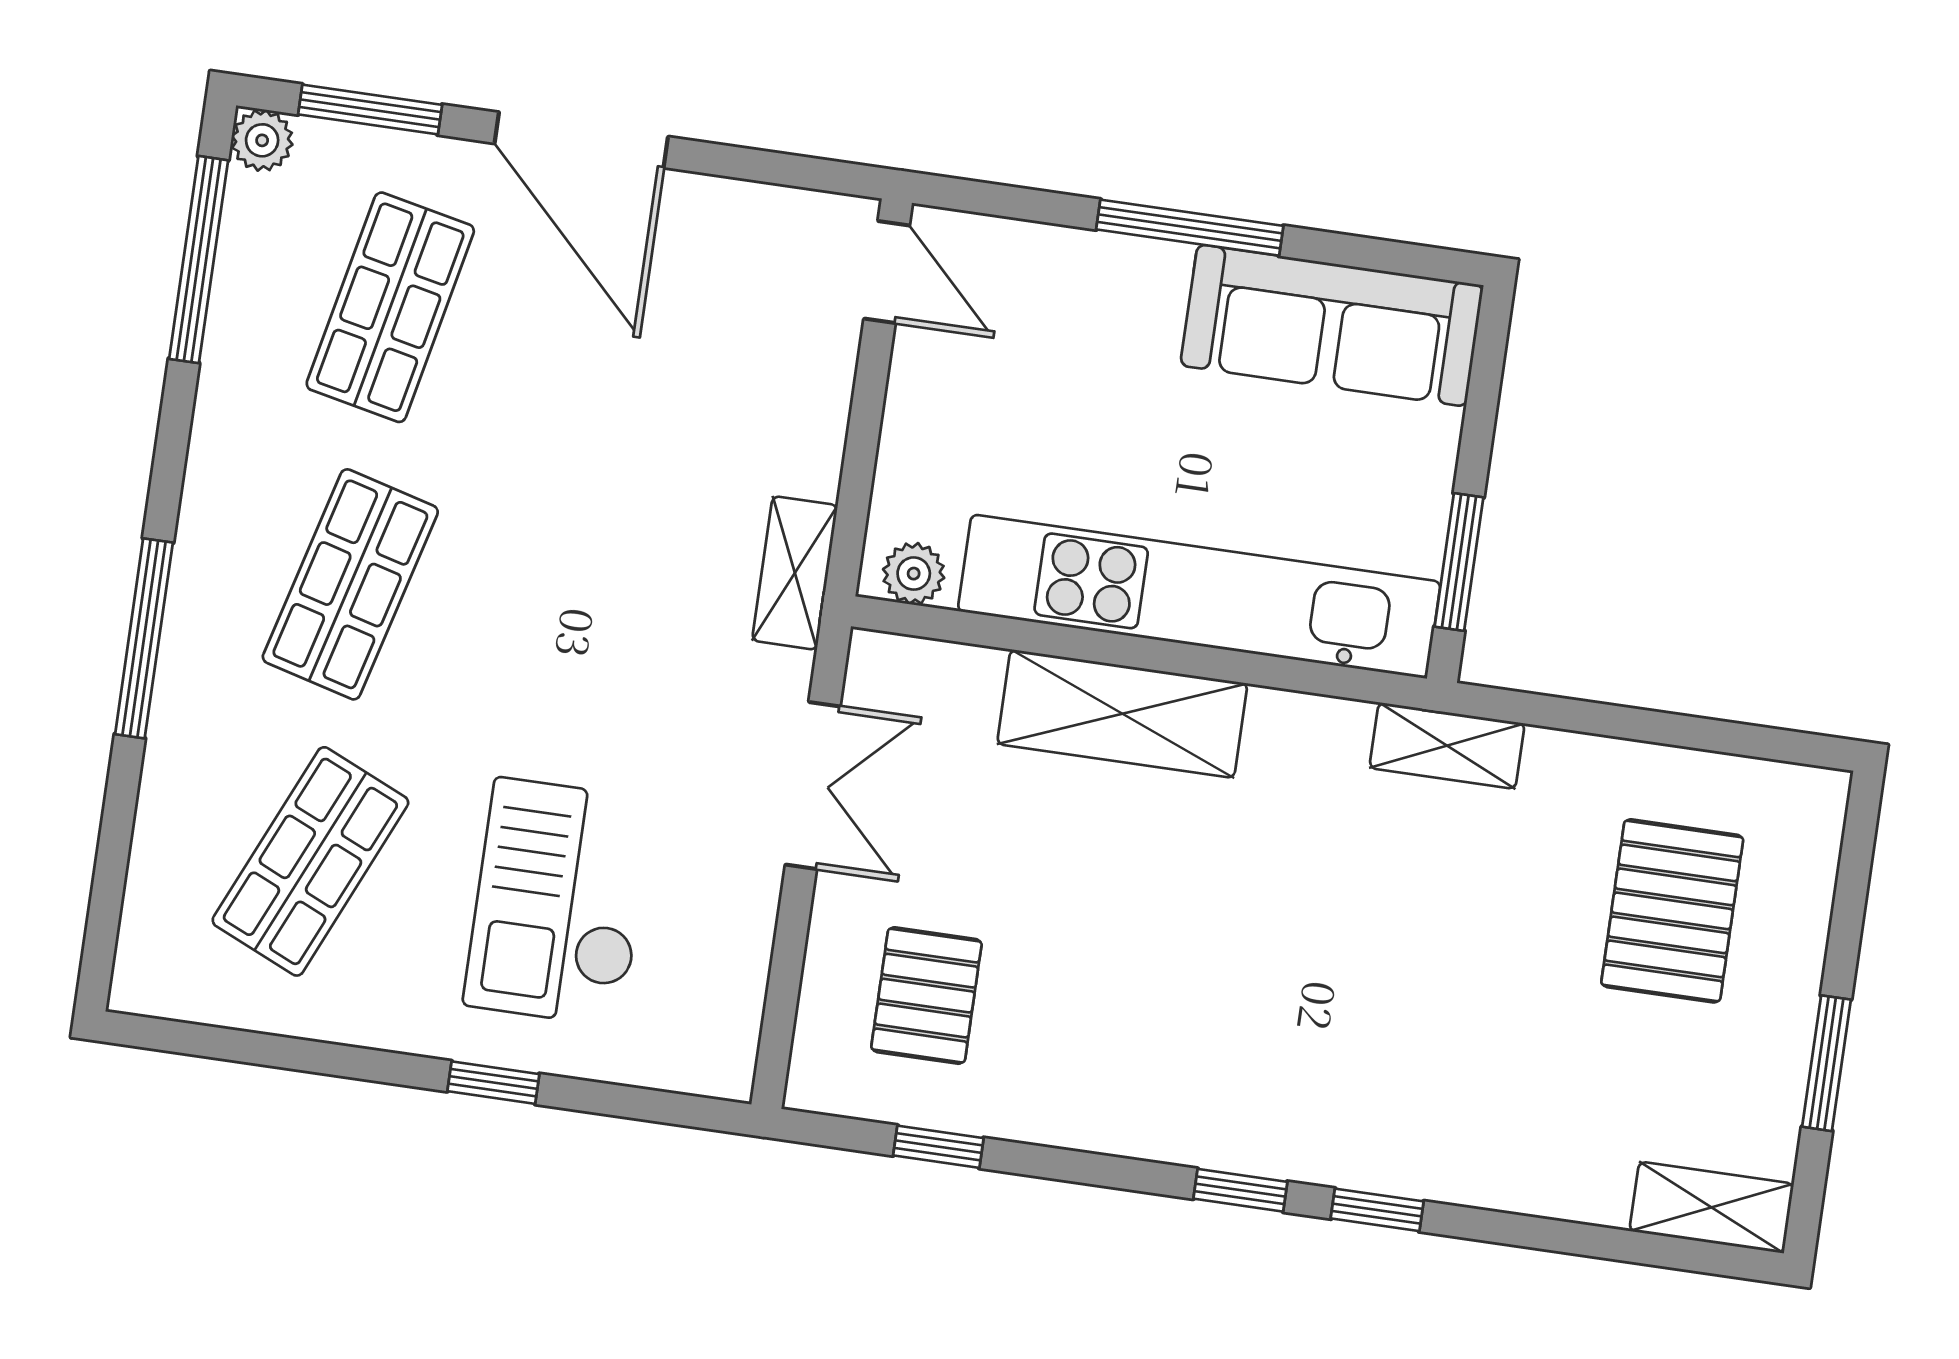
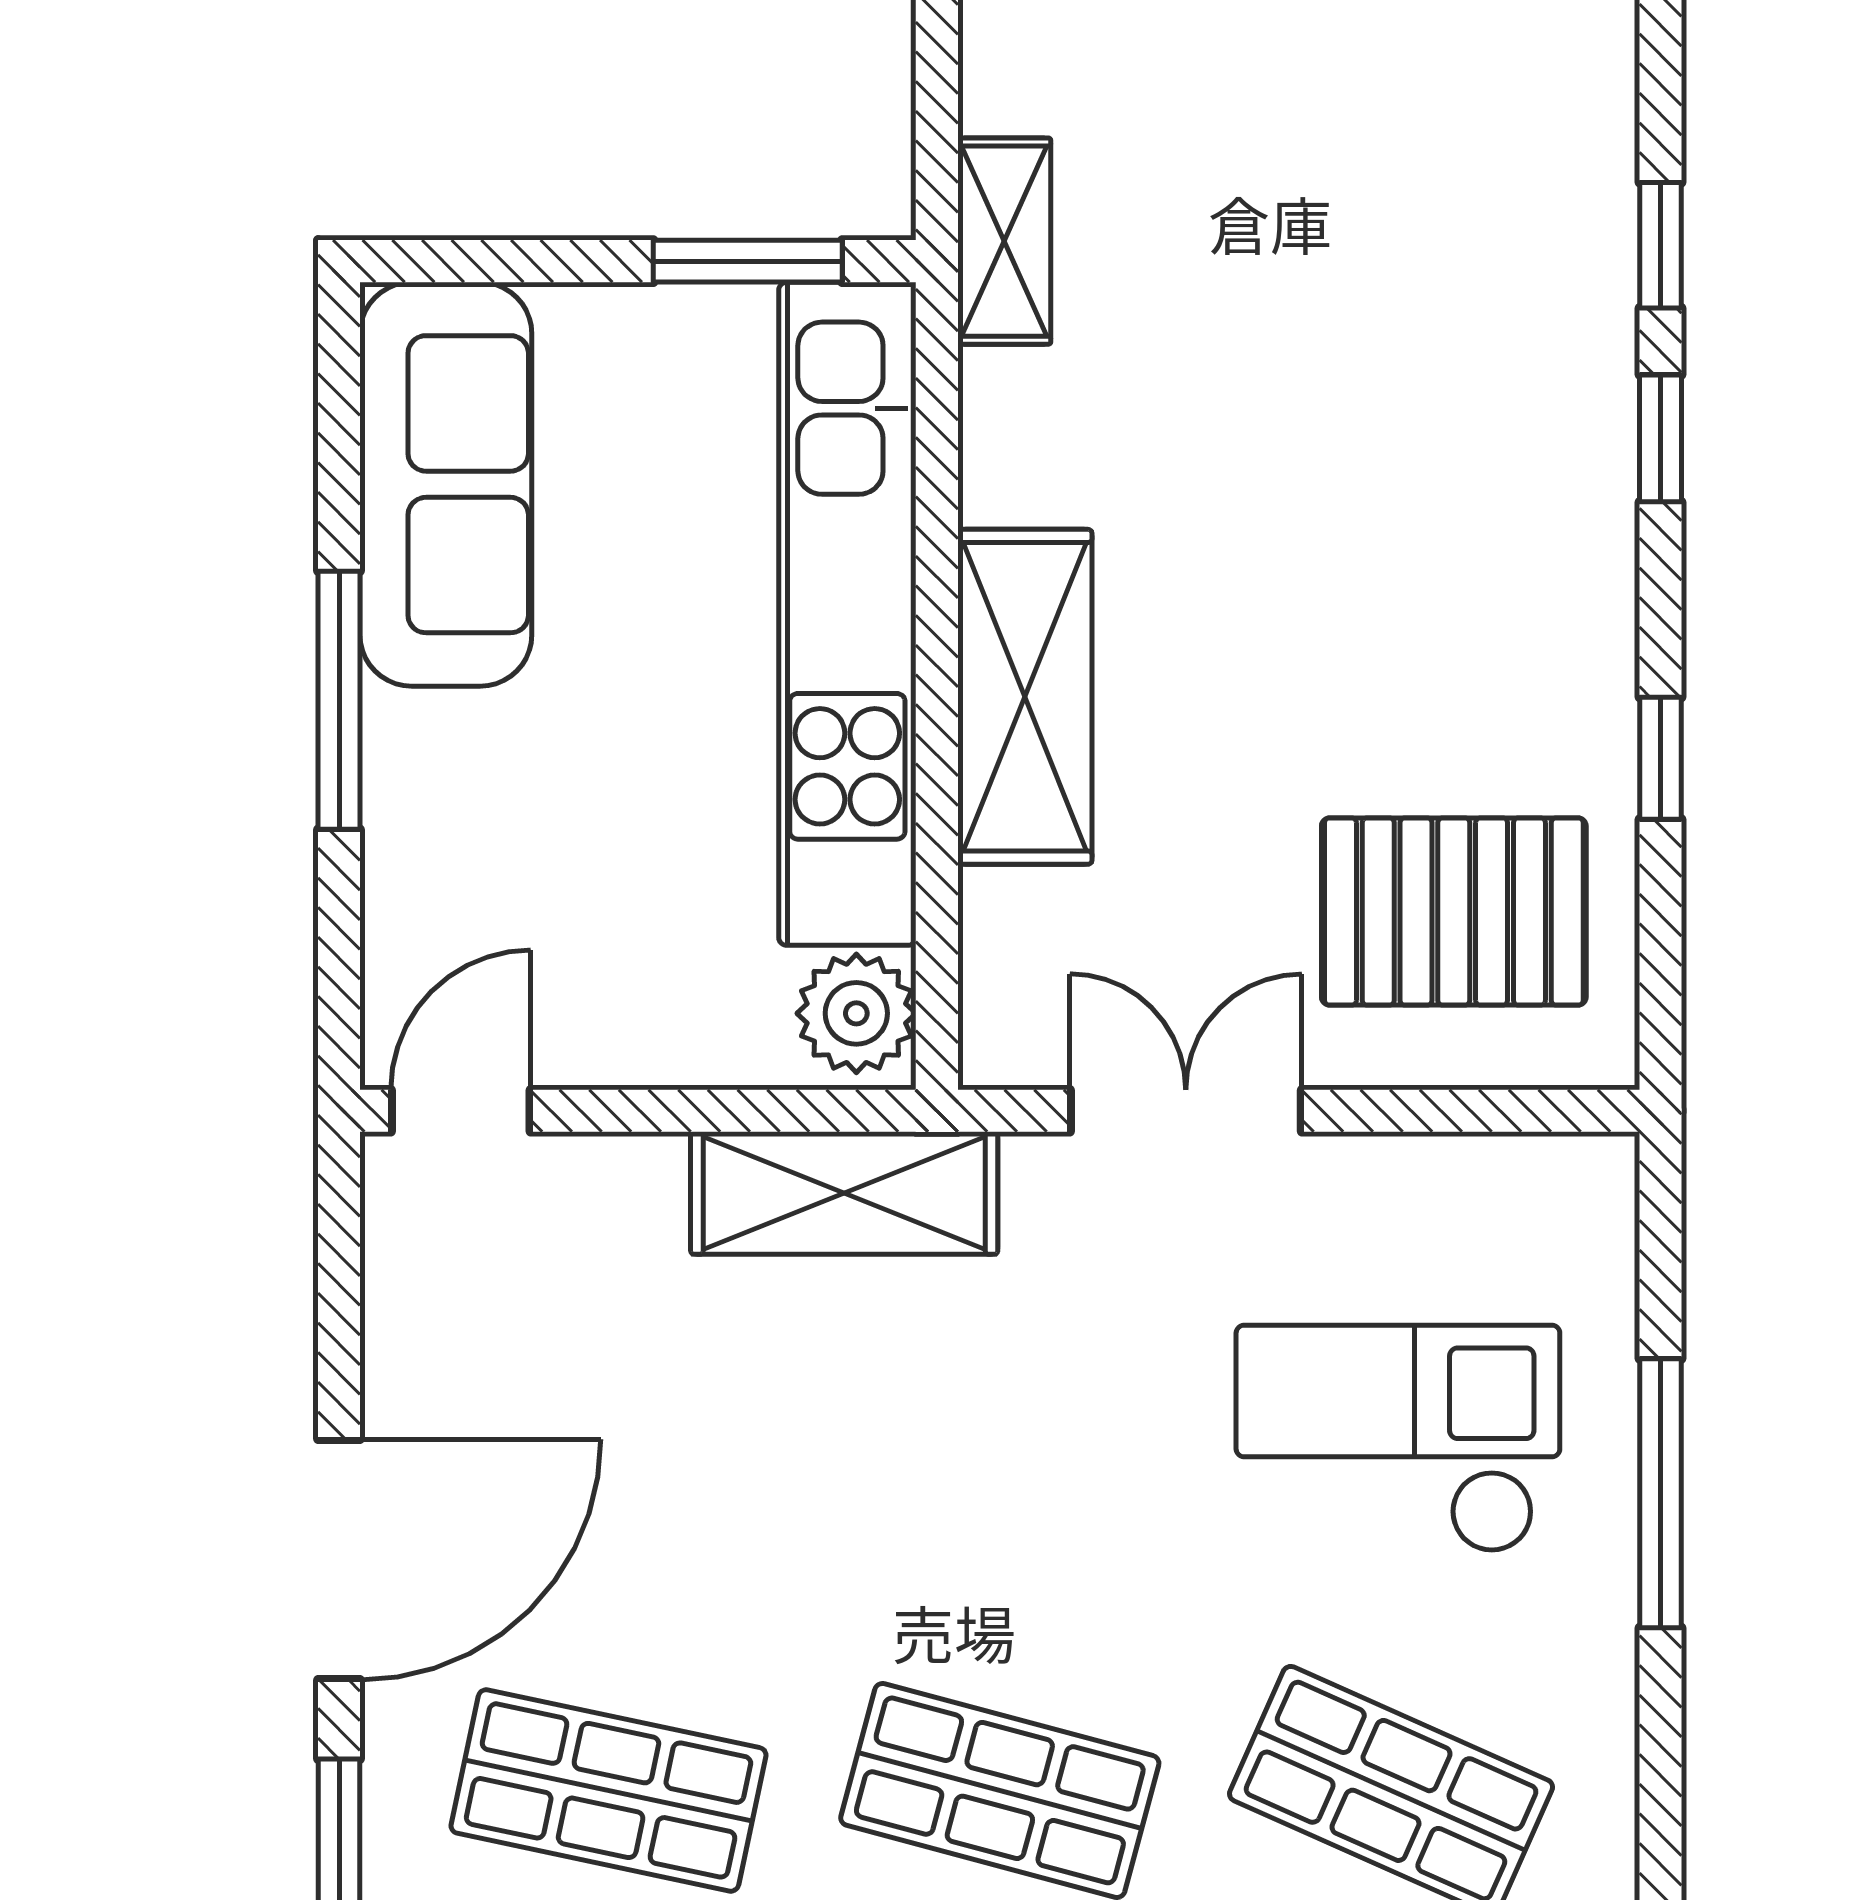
shelving: (795, 573) -> (844, 1193), width x1.50, depth x1.33
plant: (914, 574) -> (856, 1013), width x1.38, depth x1.38
checkout: (559, 902) -> (1398, 1439), turned 180
pallet: (926, 996) -> (1454, 912), width x1.50, depth x1.42
window: (493, 1083) -> (1661, 1493), width x2.17
window: (938, 1147) -> (1661, 758), moved

